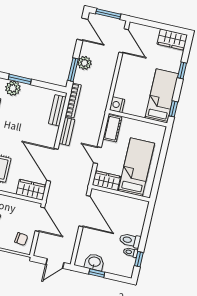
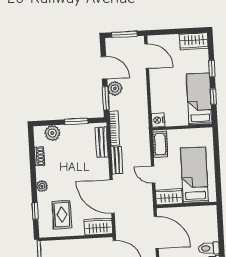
door: (82, 29) -> (104, 68), moved
window: (20, 79) -> (76, 121), moved
window: (173, 109) -> (213, 97), moved

